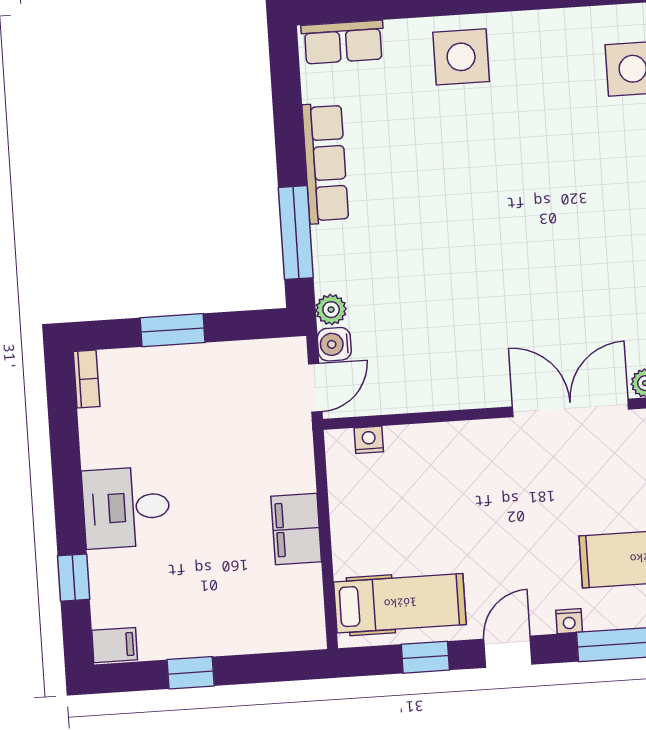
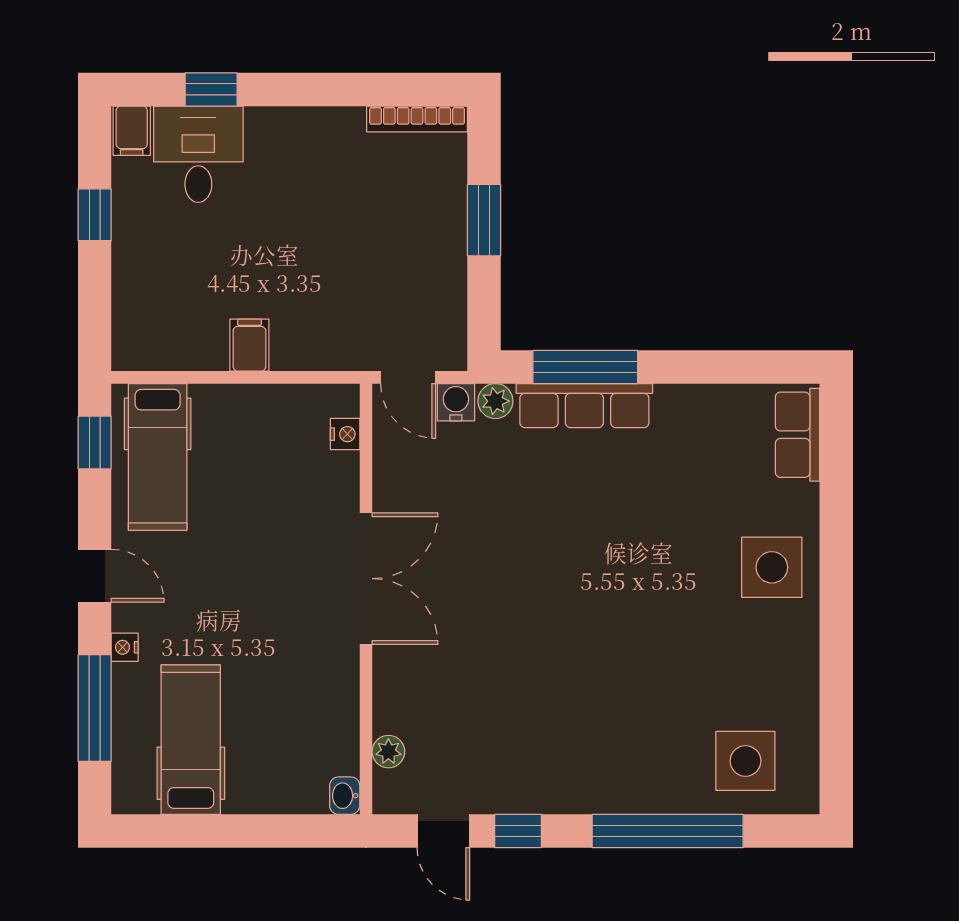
row of seats: (325, 163) -> (584, 406), moved
bookcase: (87, 379) -> (417, 119), width x1.56
double door: (571, 408) -> (366, 579), moved
desk: (126, 507) -> (198, 154), moved
filing cabinet: (296, 529) -> (249, 345), width x0.50
window: (425, 657) -> (95, 442), moved

